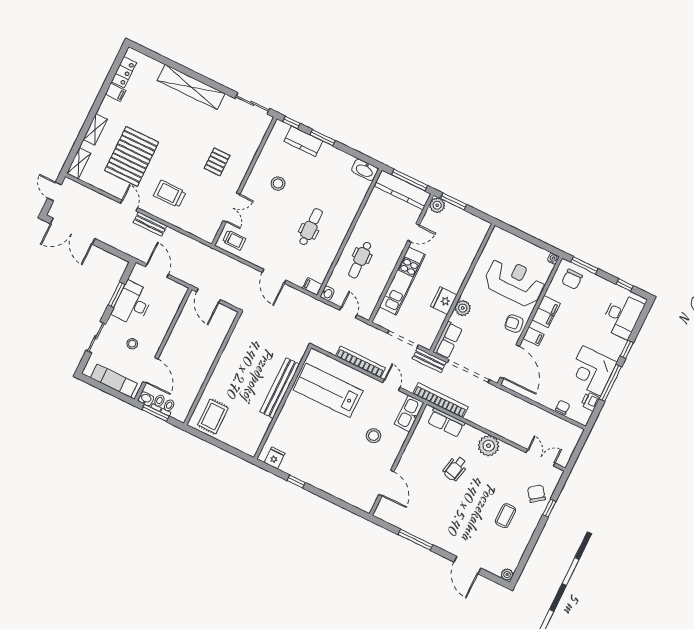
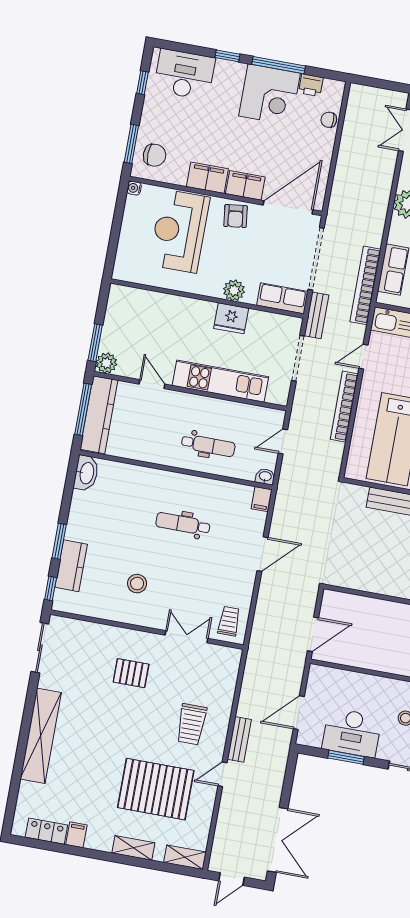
filing cabinet: (533, 336) -> (245, 185), width x2.00

